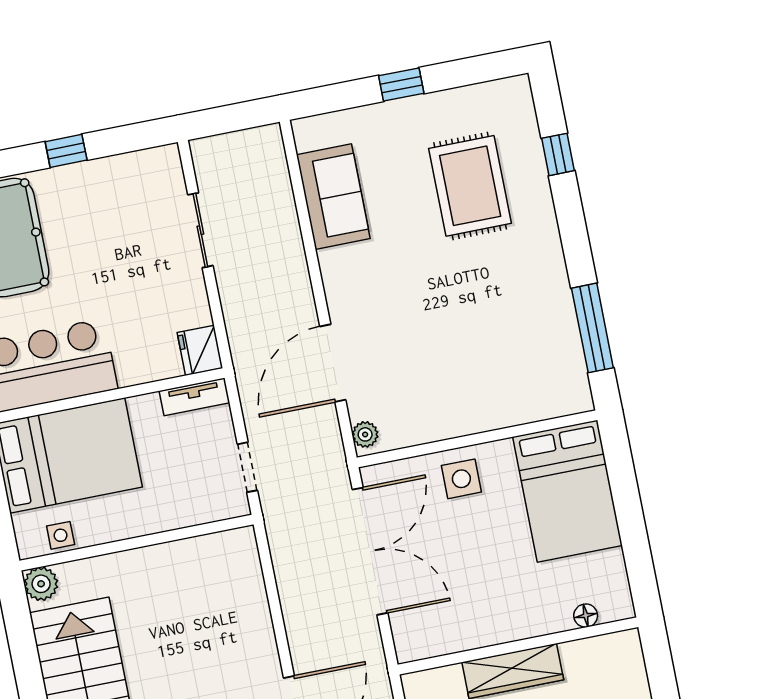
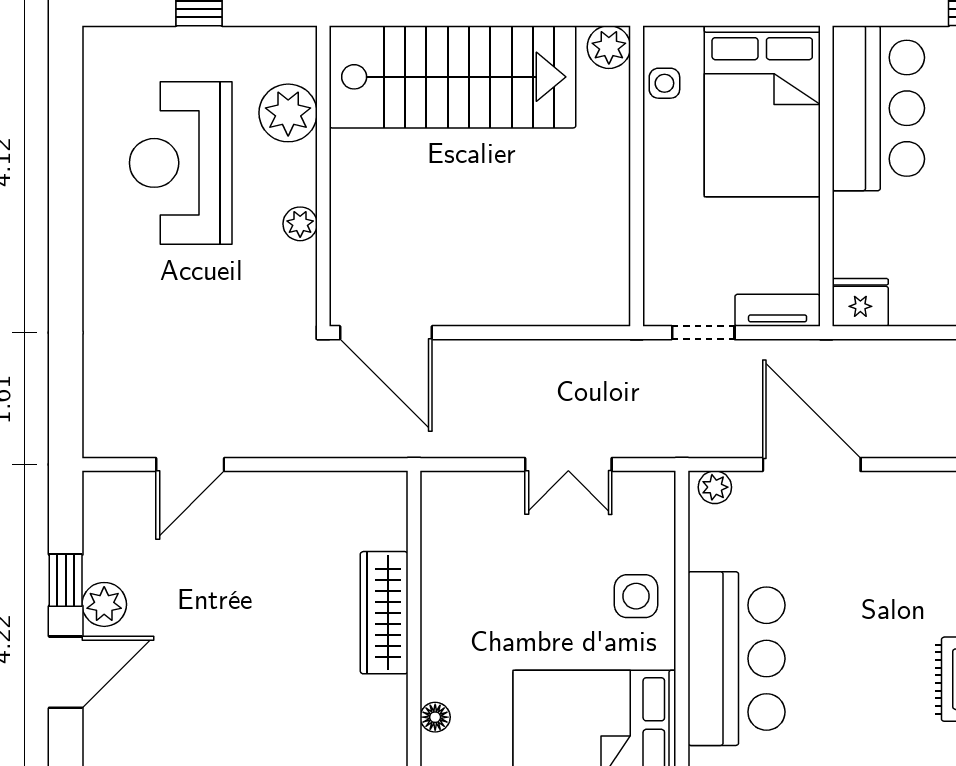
bar counter: (494, 392) -> (736, 659), added
tv unit: (194, 397) -> (778, 310), moved, turned 90
double door: (370, 551) -> (568, 465), width x0.54

